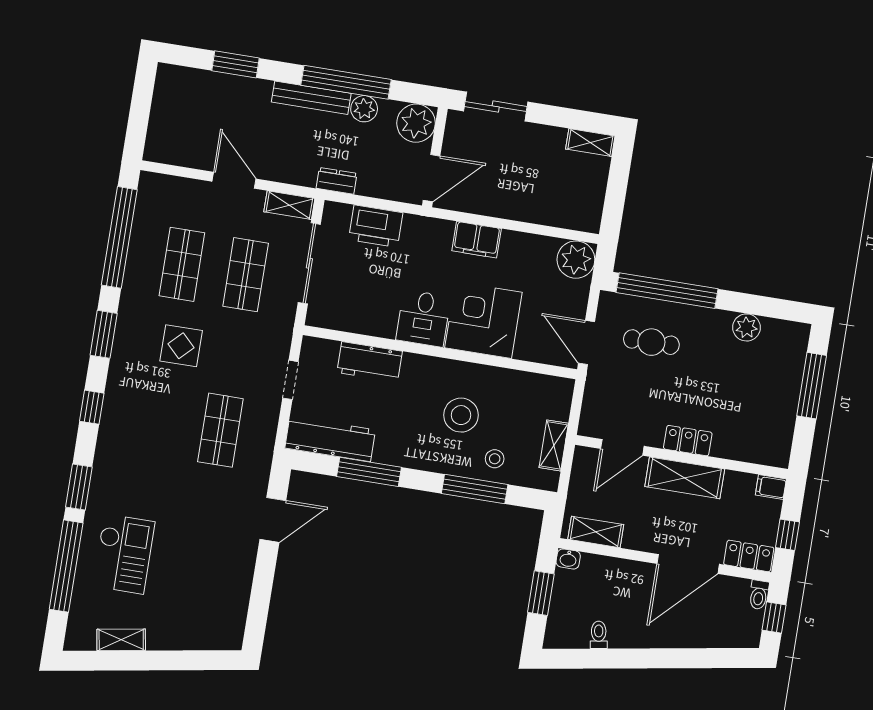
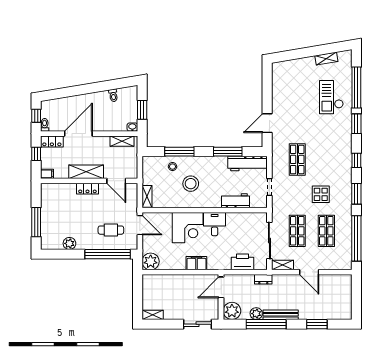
shelving: (554, 445) -> (147, 196), moved
door: (622, 447) -> (116, 181), swing flipped

